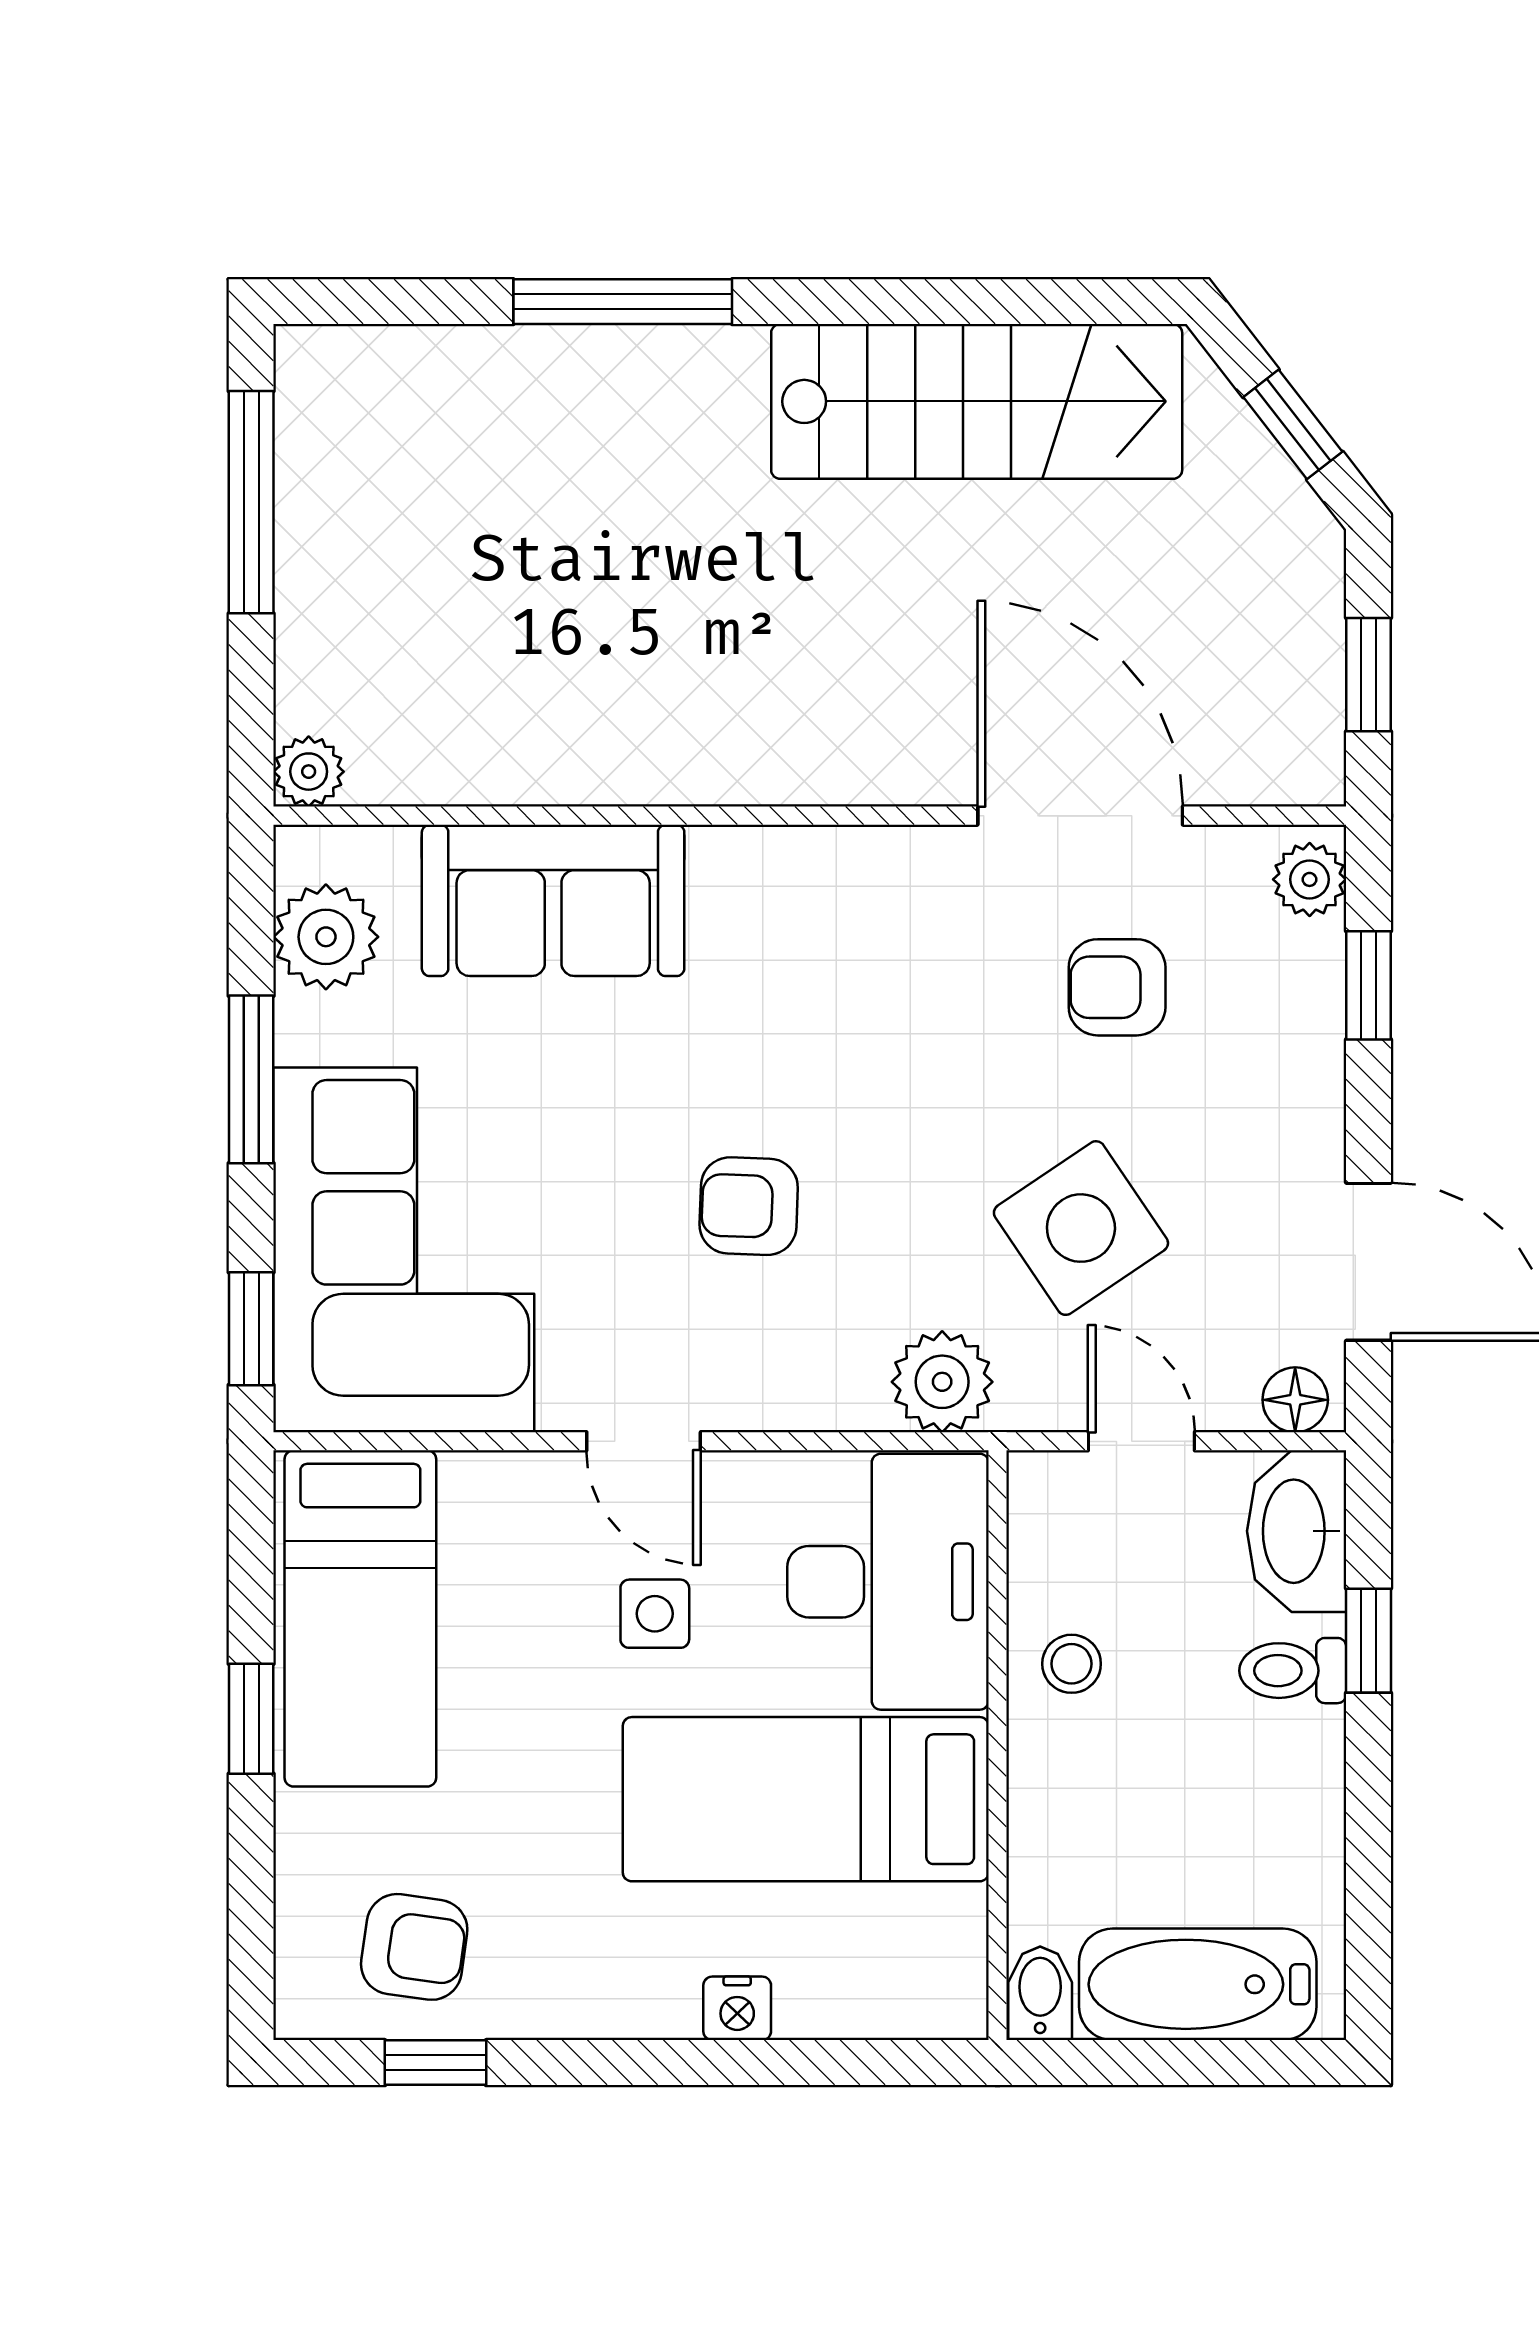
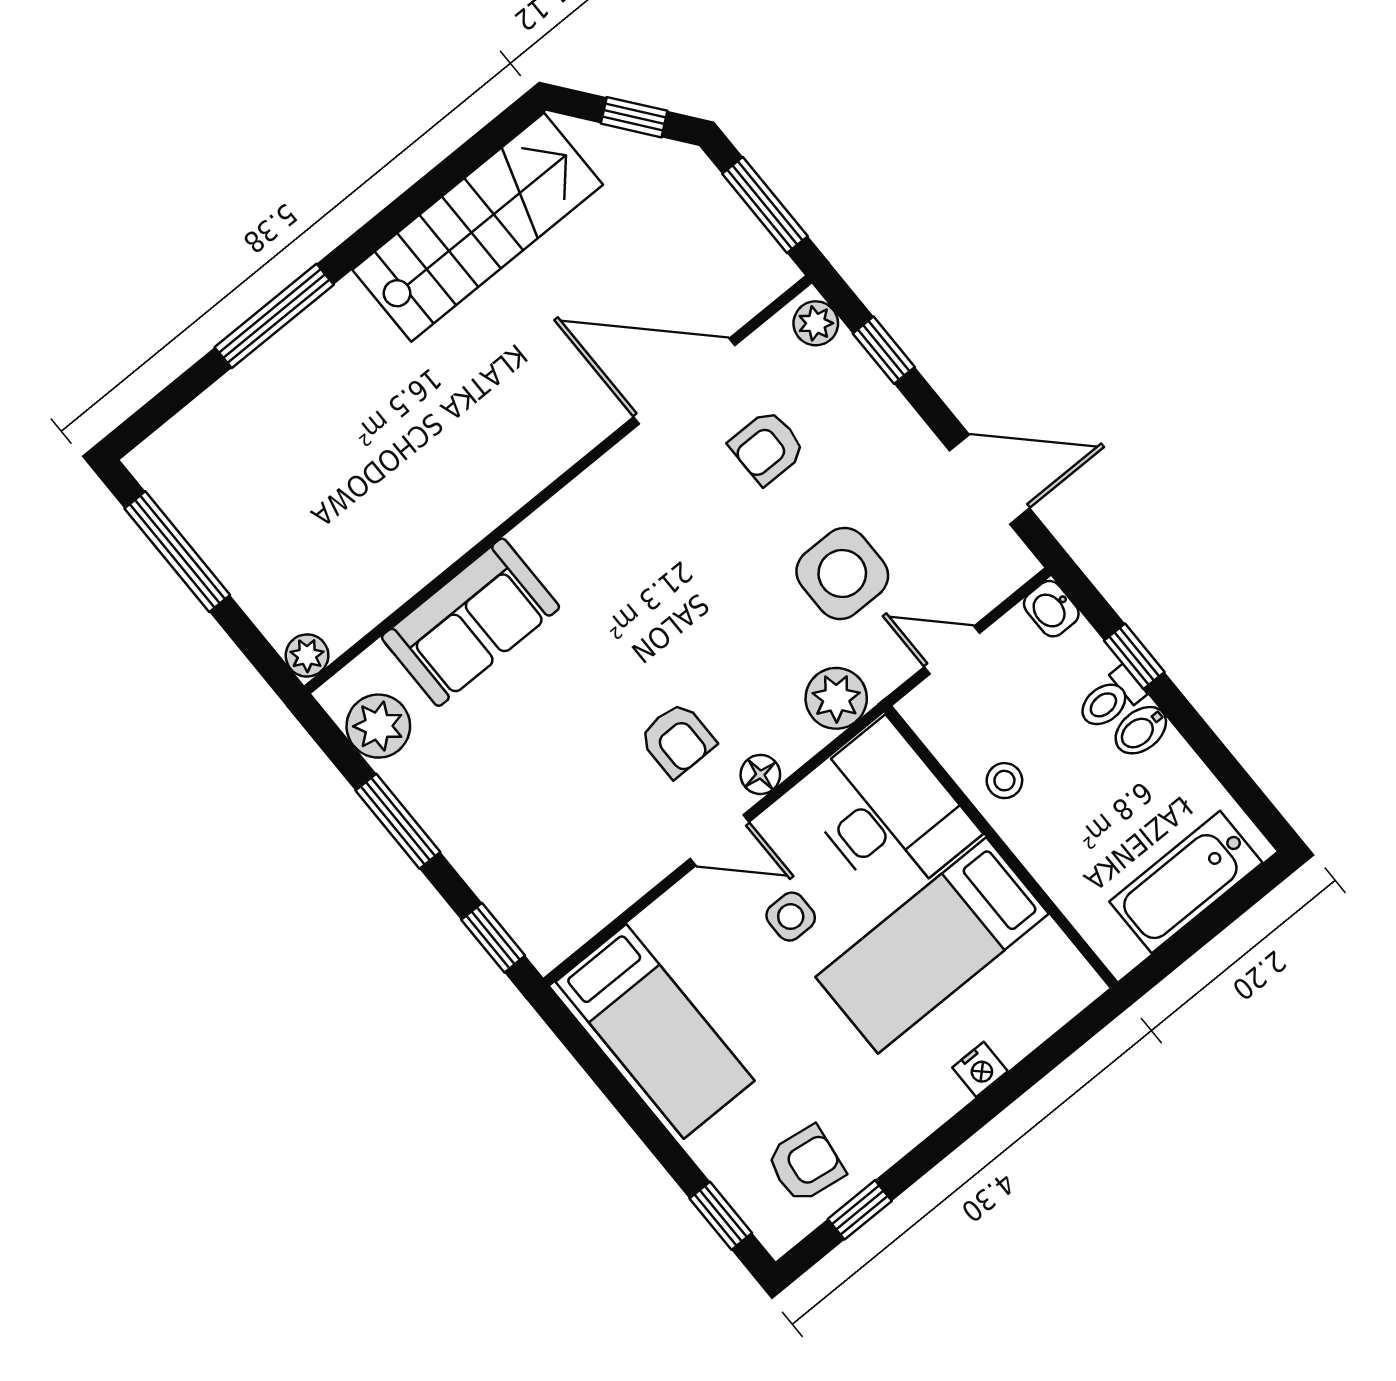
window: (1369, 675) -> (765, 205), width x1.50
armchair: (749, 1206) -> (677, 740), moved, turned -92
side table: (1081, 1228) -> (842, 573), turned 34
corner sofa: (404, 1250) -> (534, 843), removed
floor lamp: (1295, 1400) -> (760, 774), moved
washbasin: (1297, 1531) -> (1051, 609), width x0.52, depth x0.69
window: (251, 1719) -> (721, 1216), moved
bidet: (1040, 1993) -> (1141, 730), moved, turned -90

